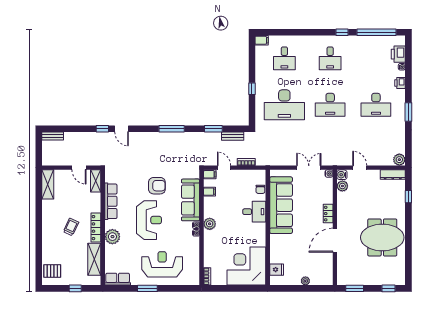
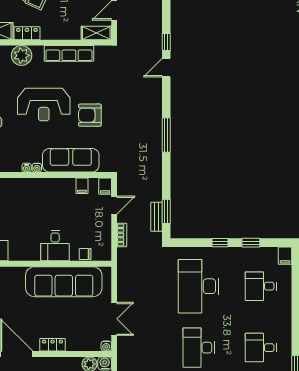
window: (252, 66) -> (251, 243), added
window: (213, 129) -> (166, 211), moved
armchair: (157, 186) -> (90, 115), turned 90
plant: (210, 224) -> (39, 186), removed
locker: (96, 228) -> (27, 33), width x0.66

